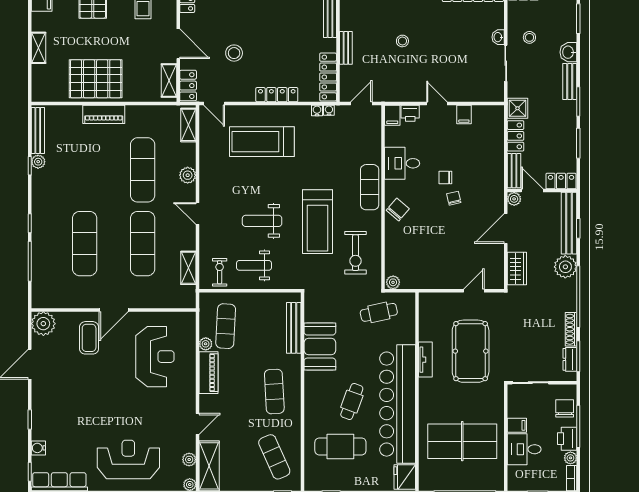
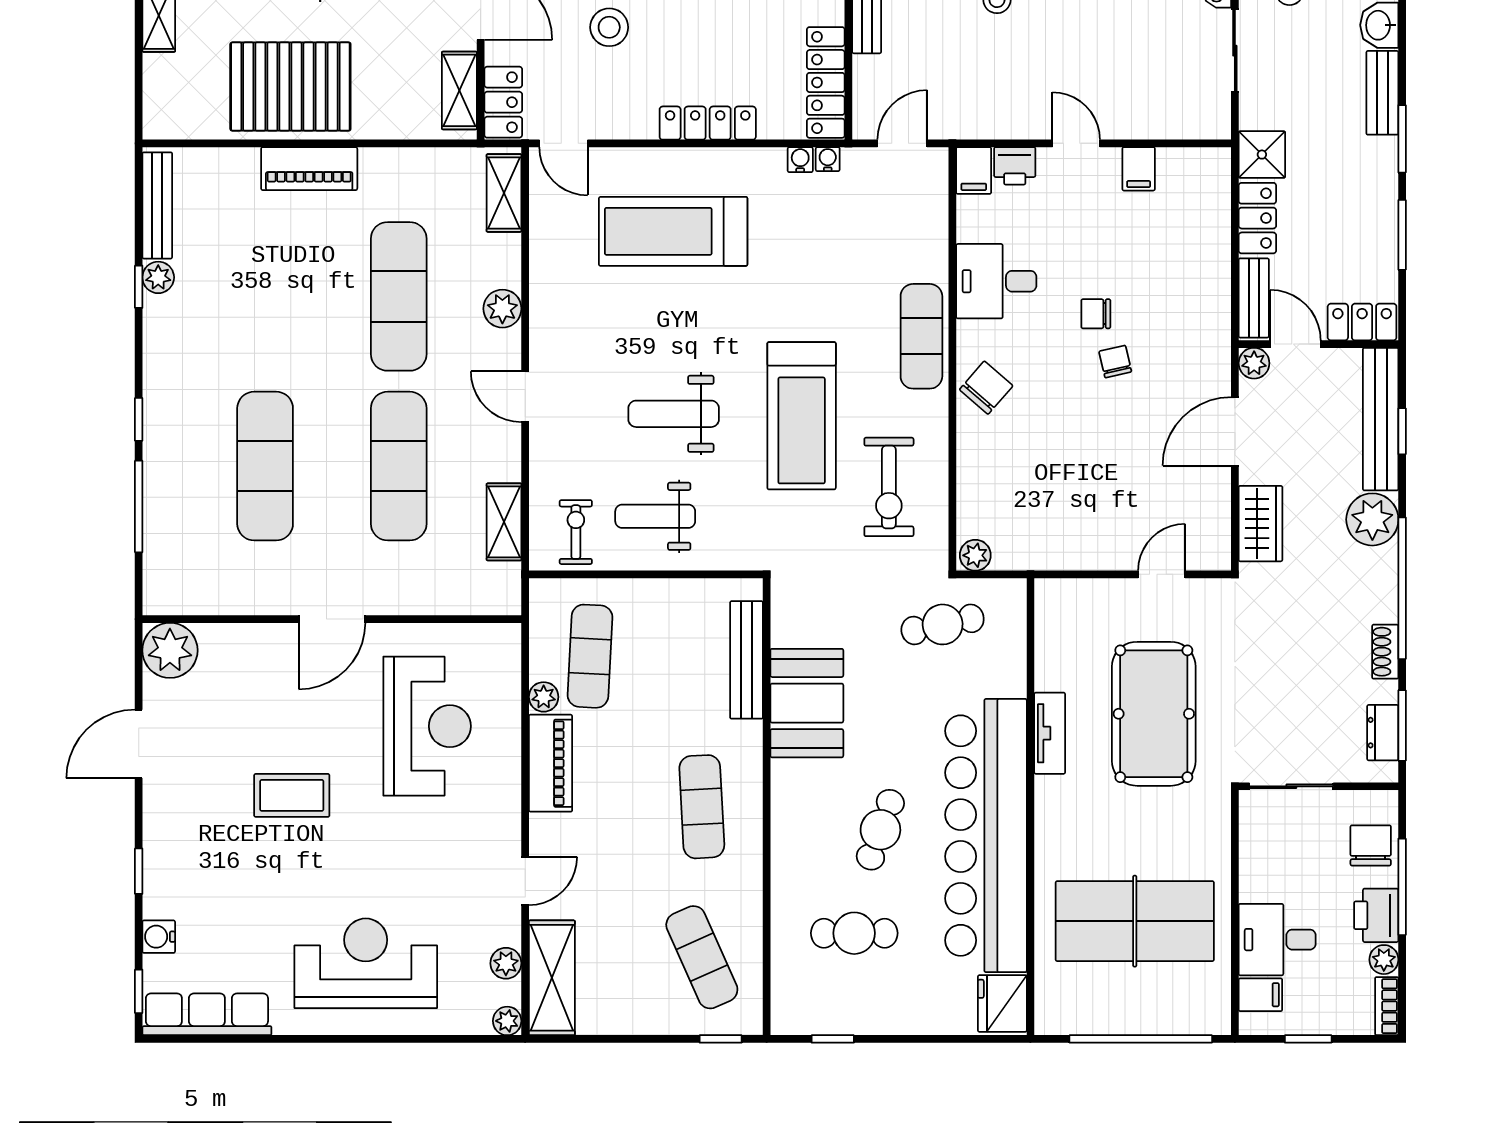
shoe rack: (571, 329) -> (1385, 652), width x0.70
coffee table: (89, 338) -> (292, 795), moved, turned 90
filing cabinet: (517, 425) -> (1260, 995), moved
cafe table: (340, 446) -> (854, 933), width x0.73, depth x0.74

